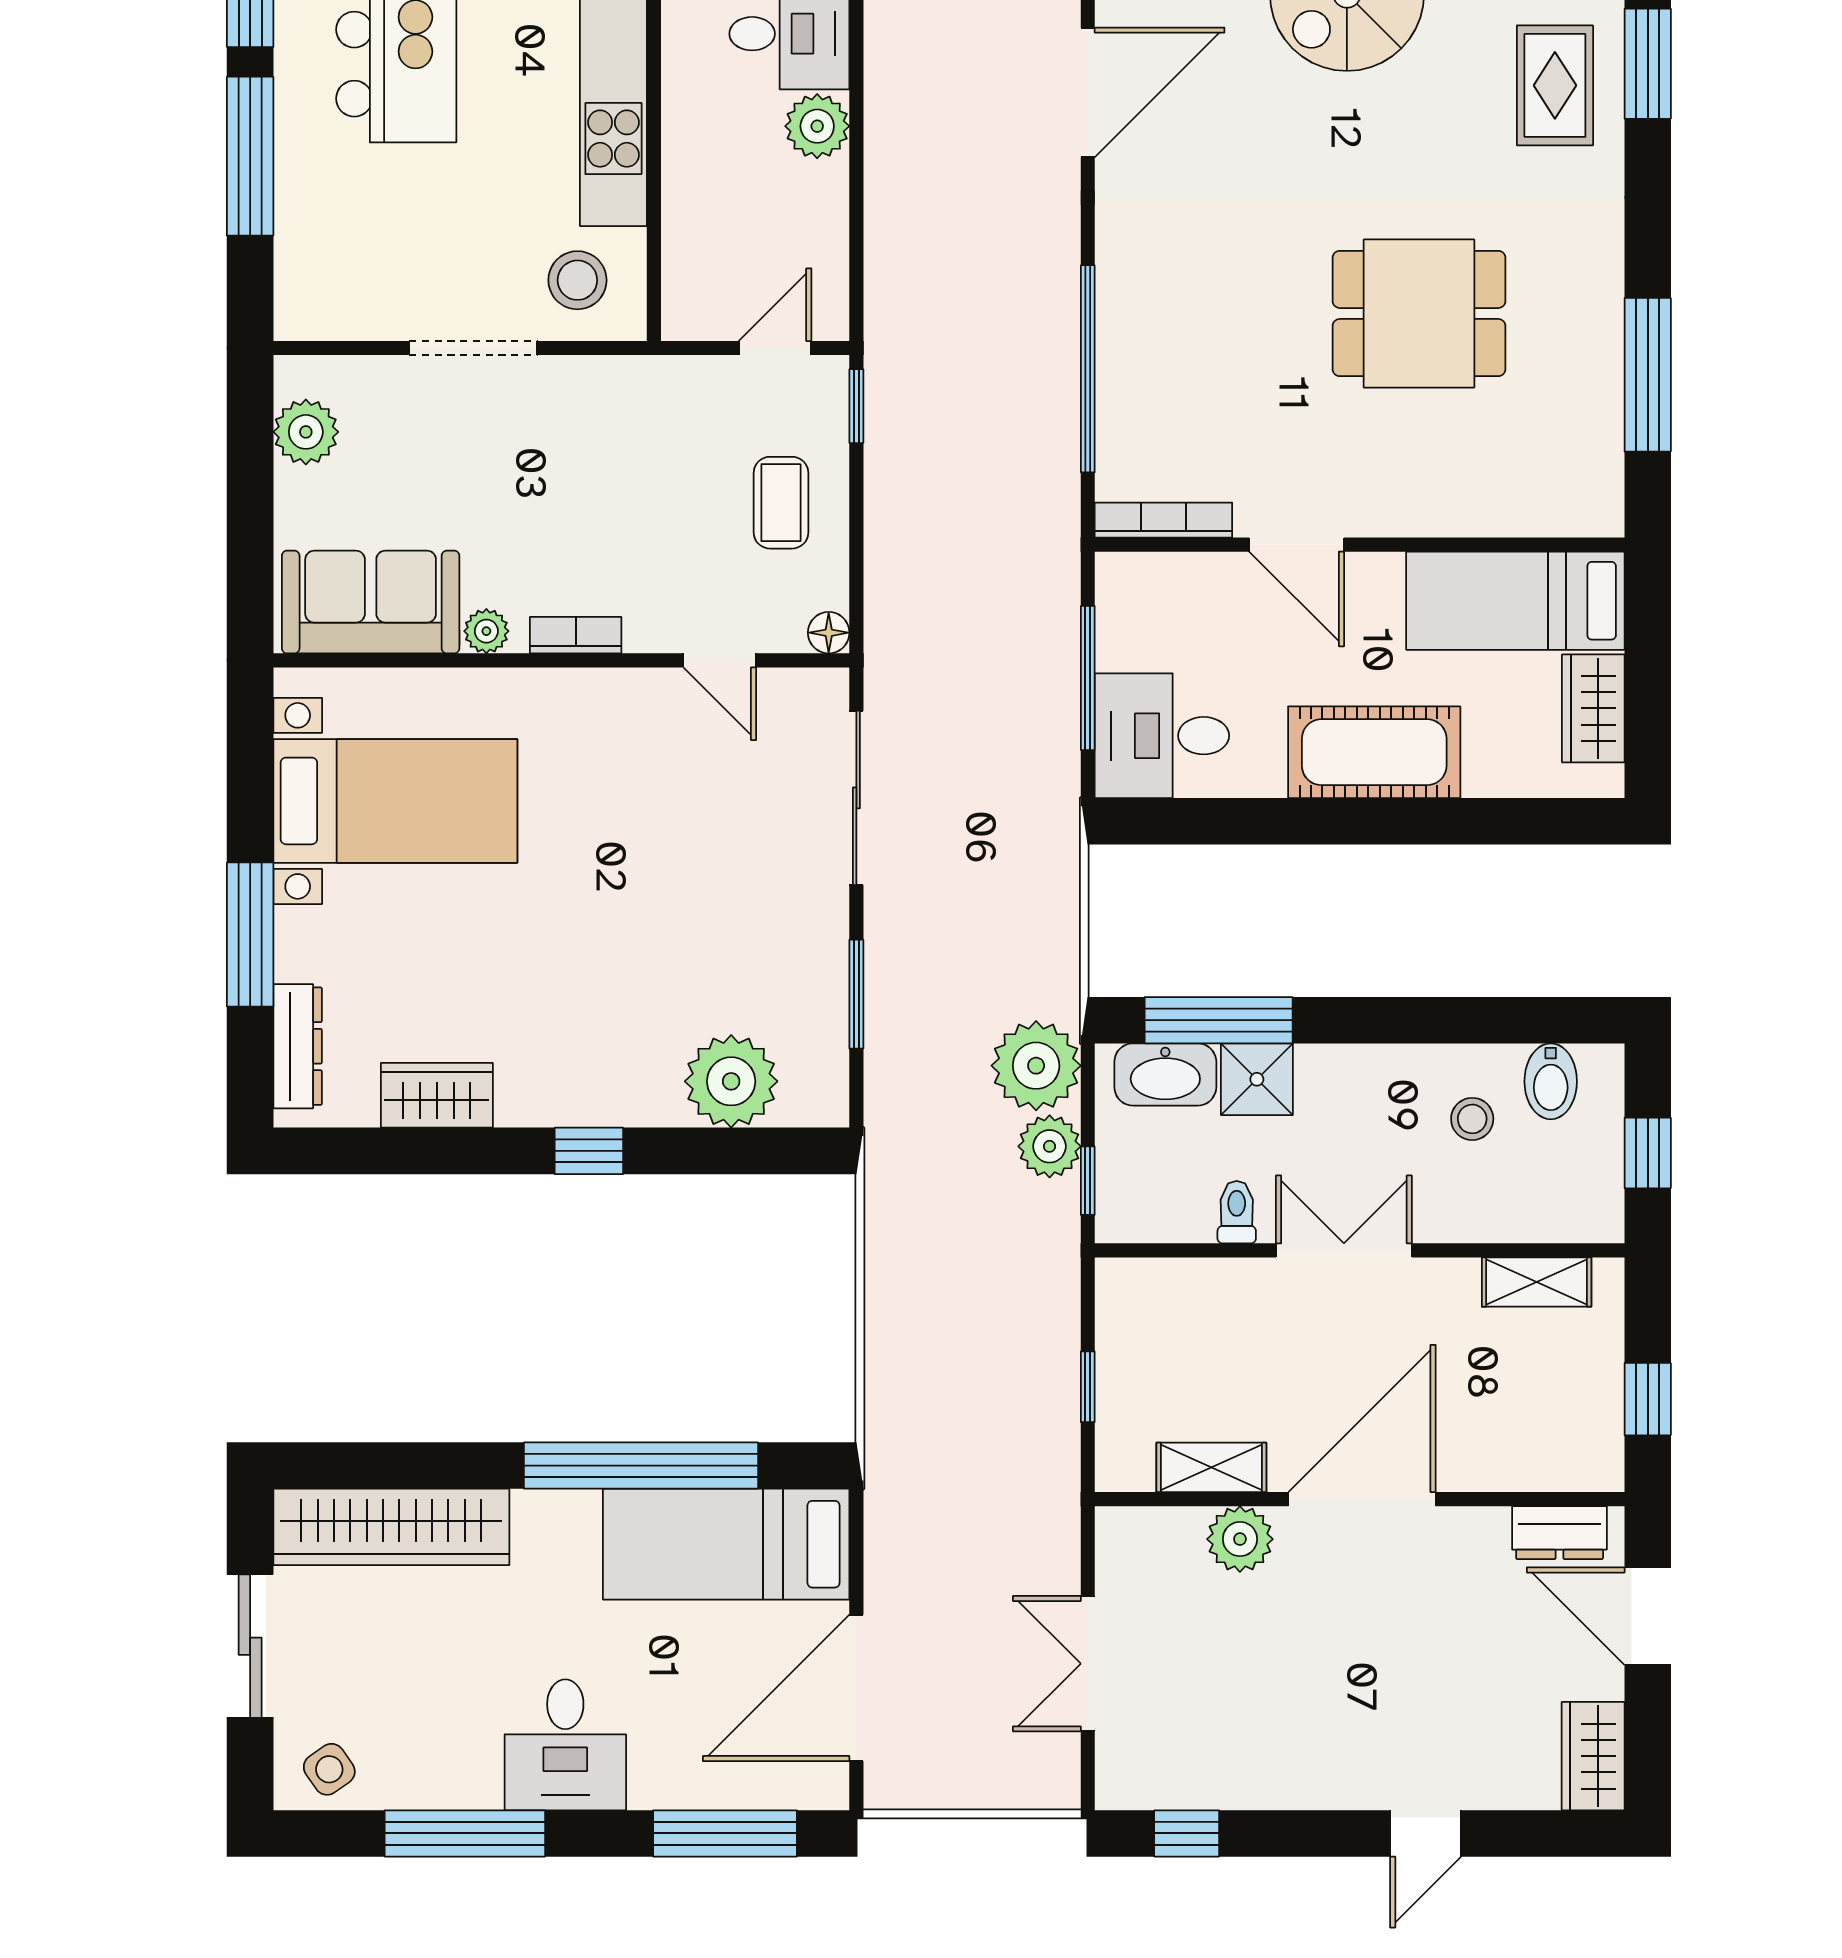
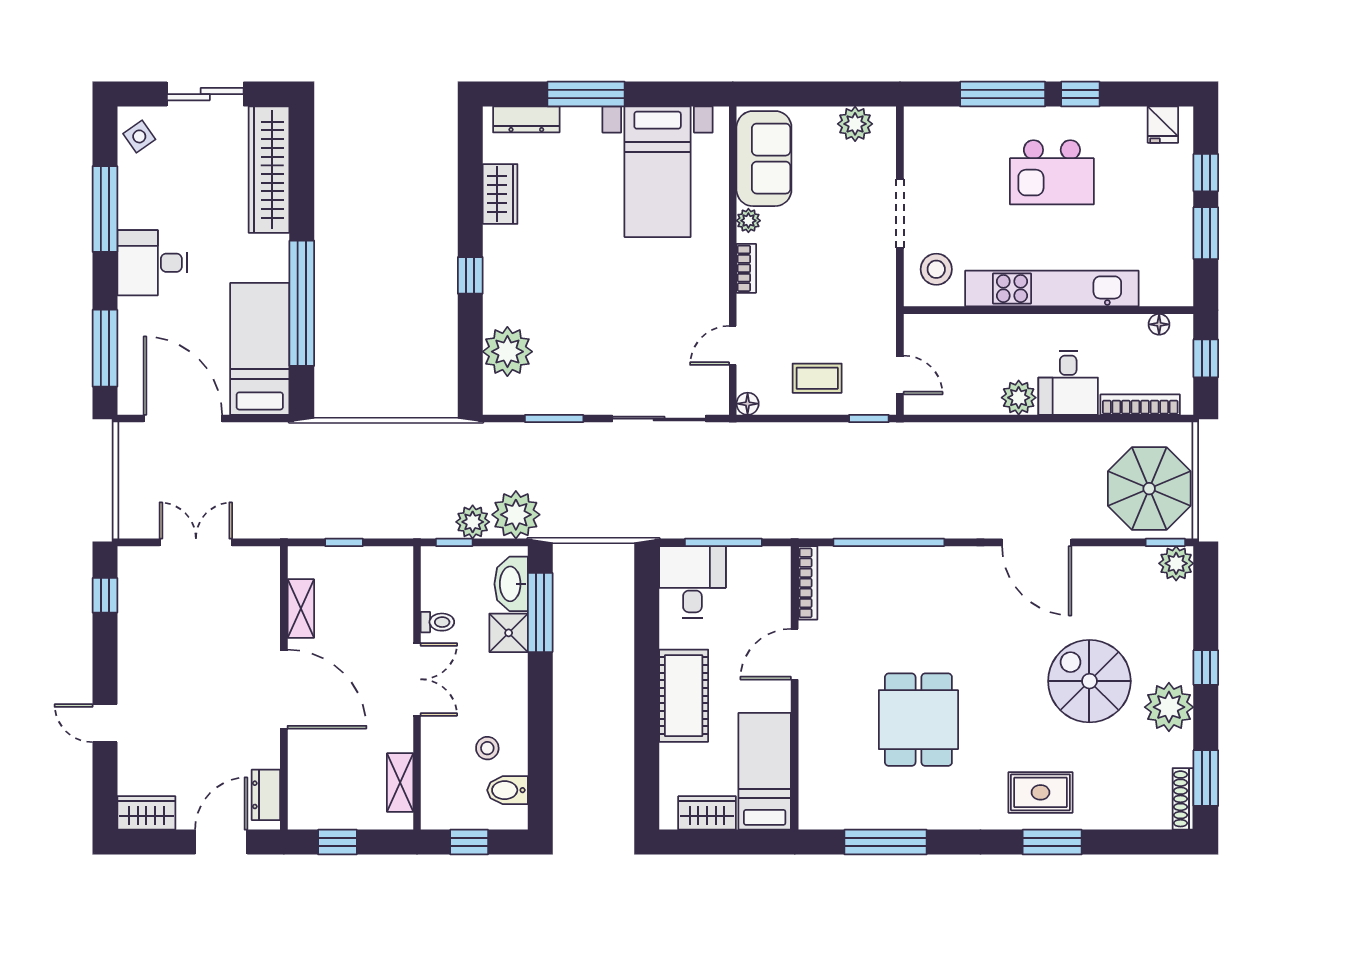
plant: (1240, 1539) -> (263, 624), removed

